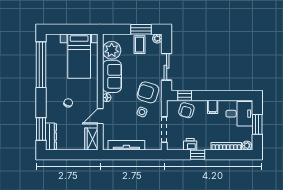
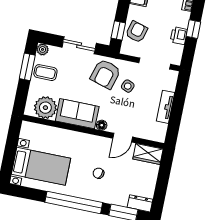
bed with nightstands: (79, 56) -> (41, 166), moved
window: (41, 65) -> (74, 202), moved
armchair: (186, 110) -> (137, 32), turned -90
door: (100, 116) -> (123, 138), hinge flipped
dresser: (51, 136) -> (140, 203), width x0.70
tv unit: (126, 145) -> (165, 107), width x0.71

